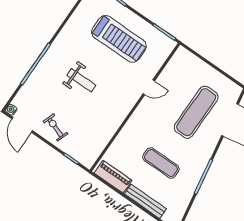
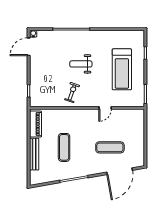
weight bench: (81, 80) -> (81, 64), turned 90
door: (149, 87) -> (105, 108), hinge flipped
exercise mat: (196, 112) -> (110, 147), width x0.73, depth x0.69
exercise bike: (55, 127) -> (72, 93), moved

